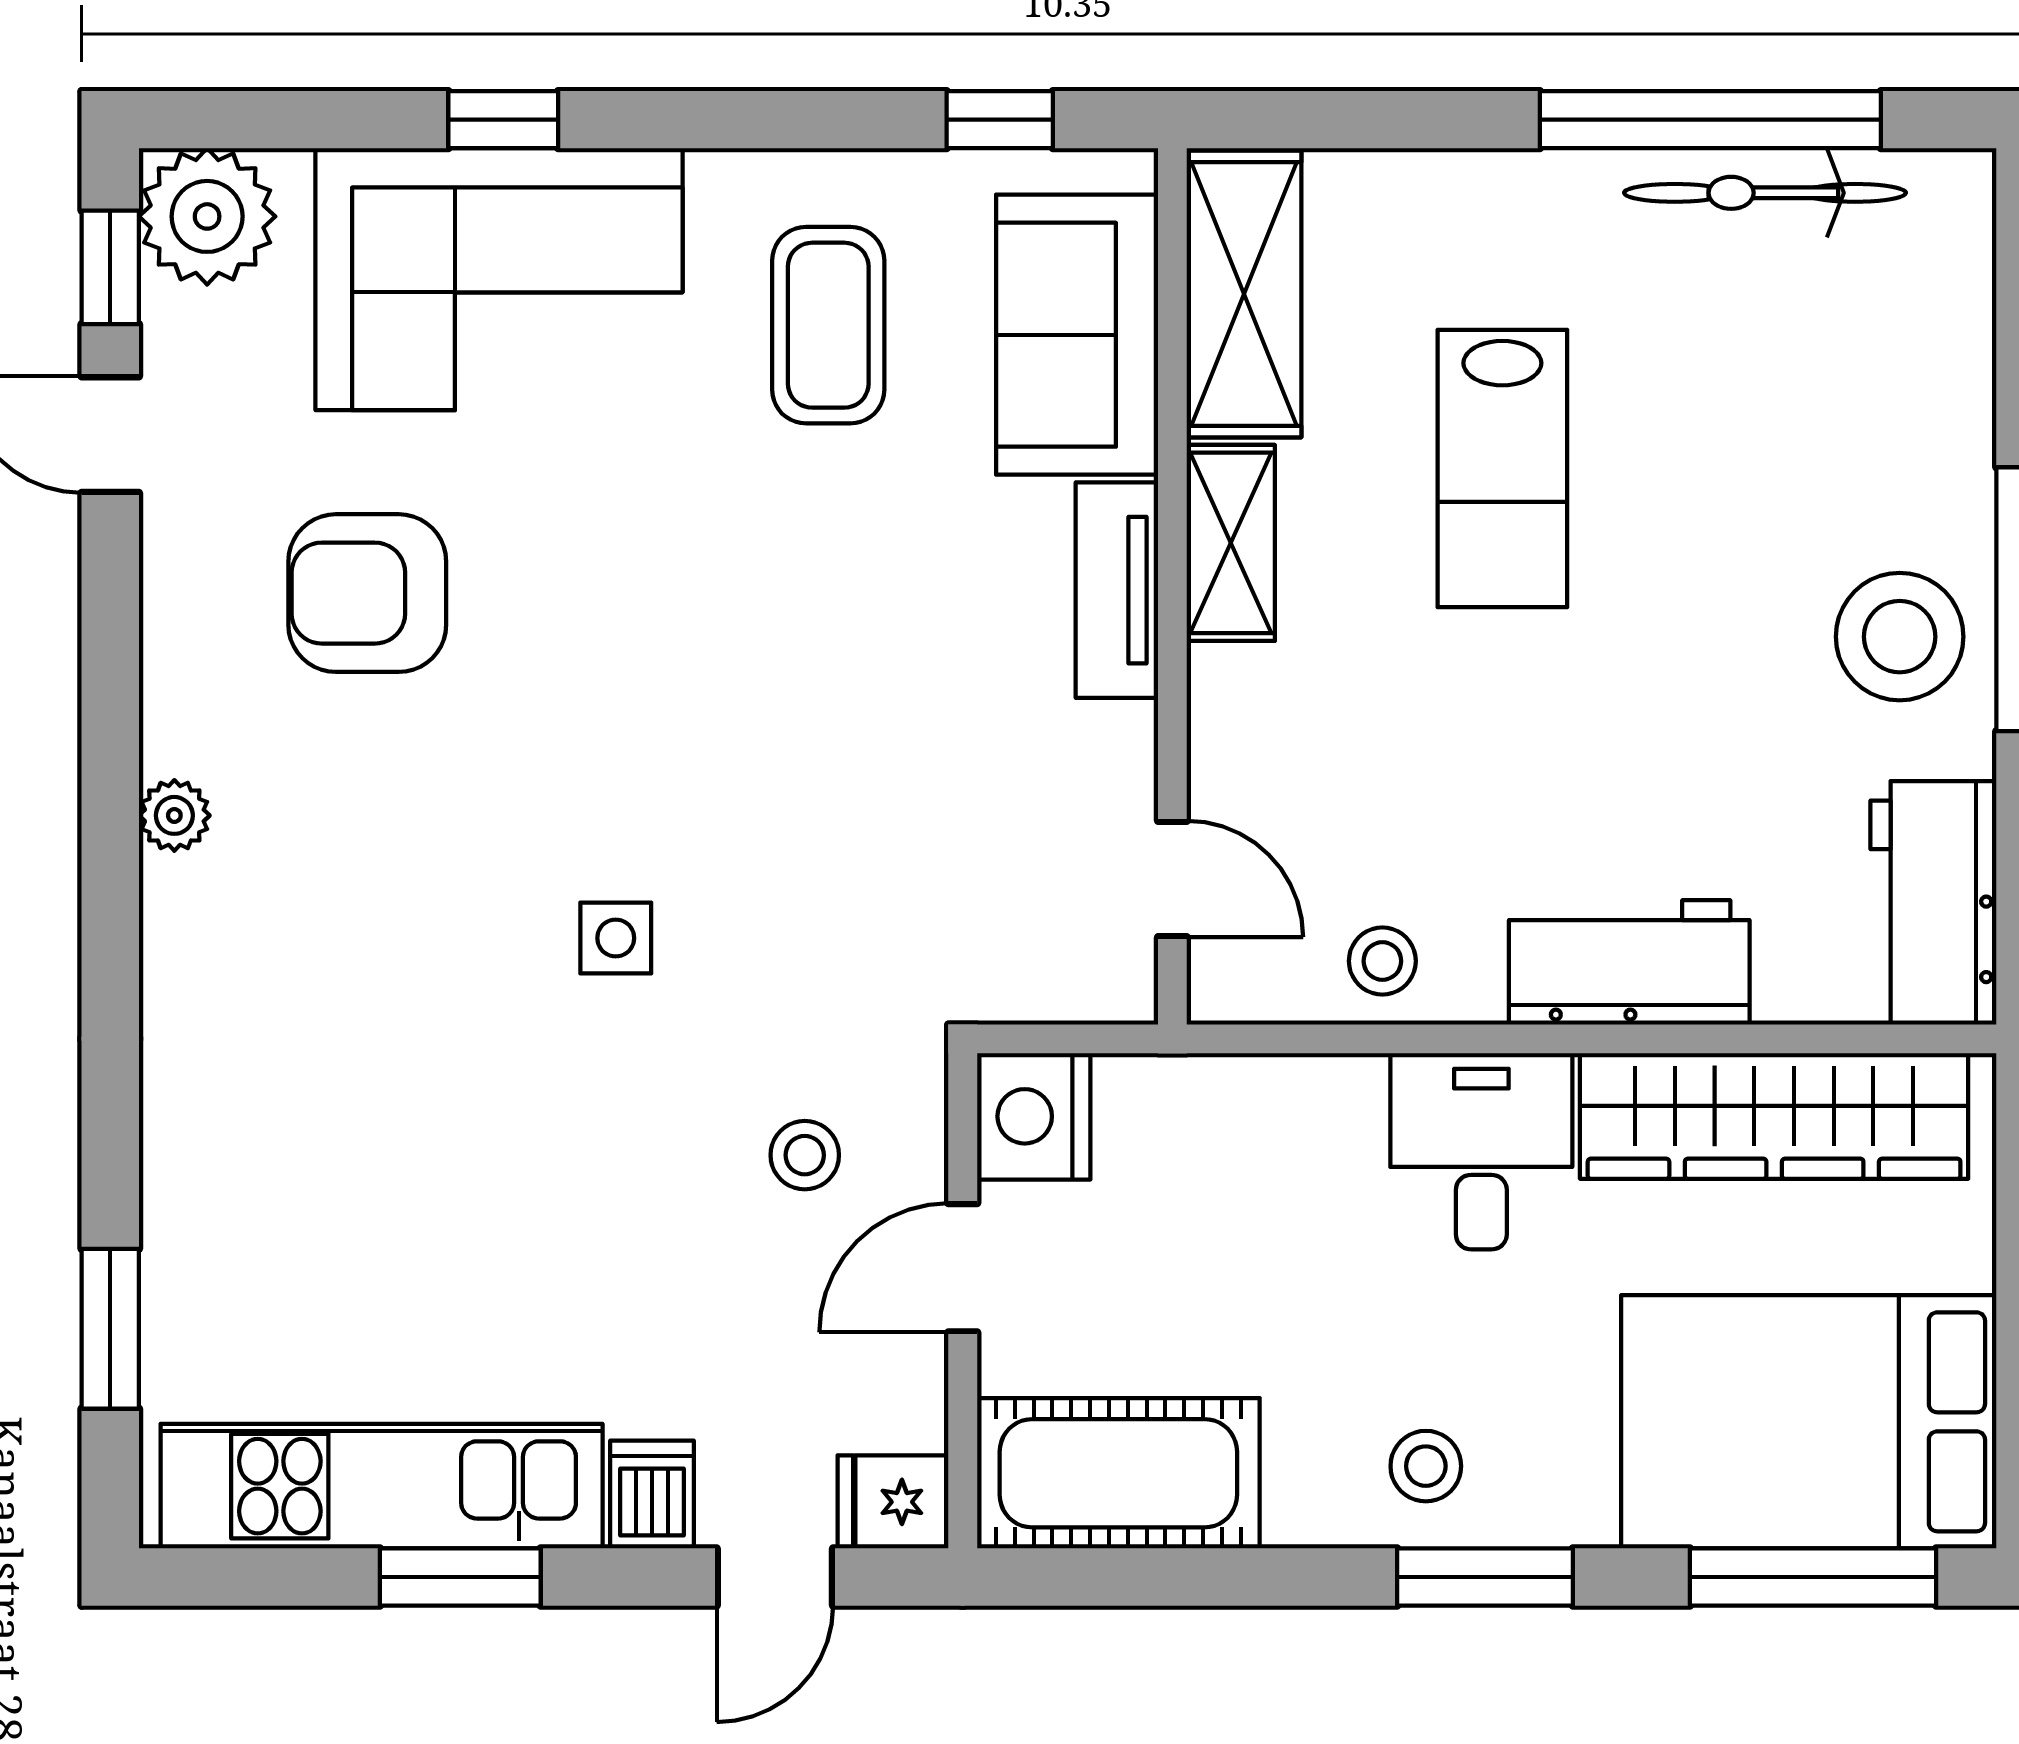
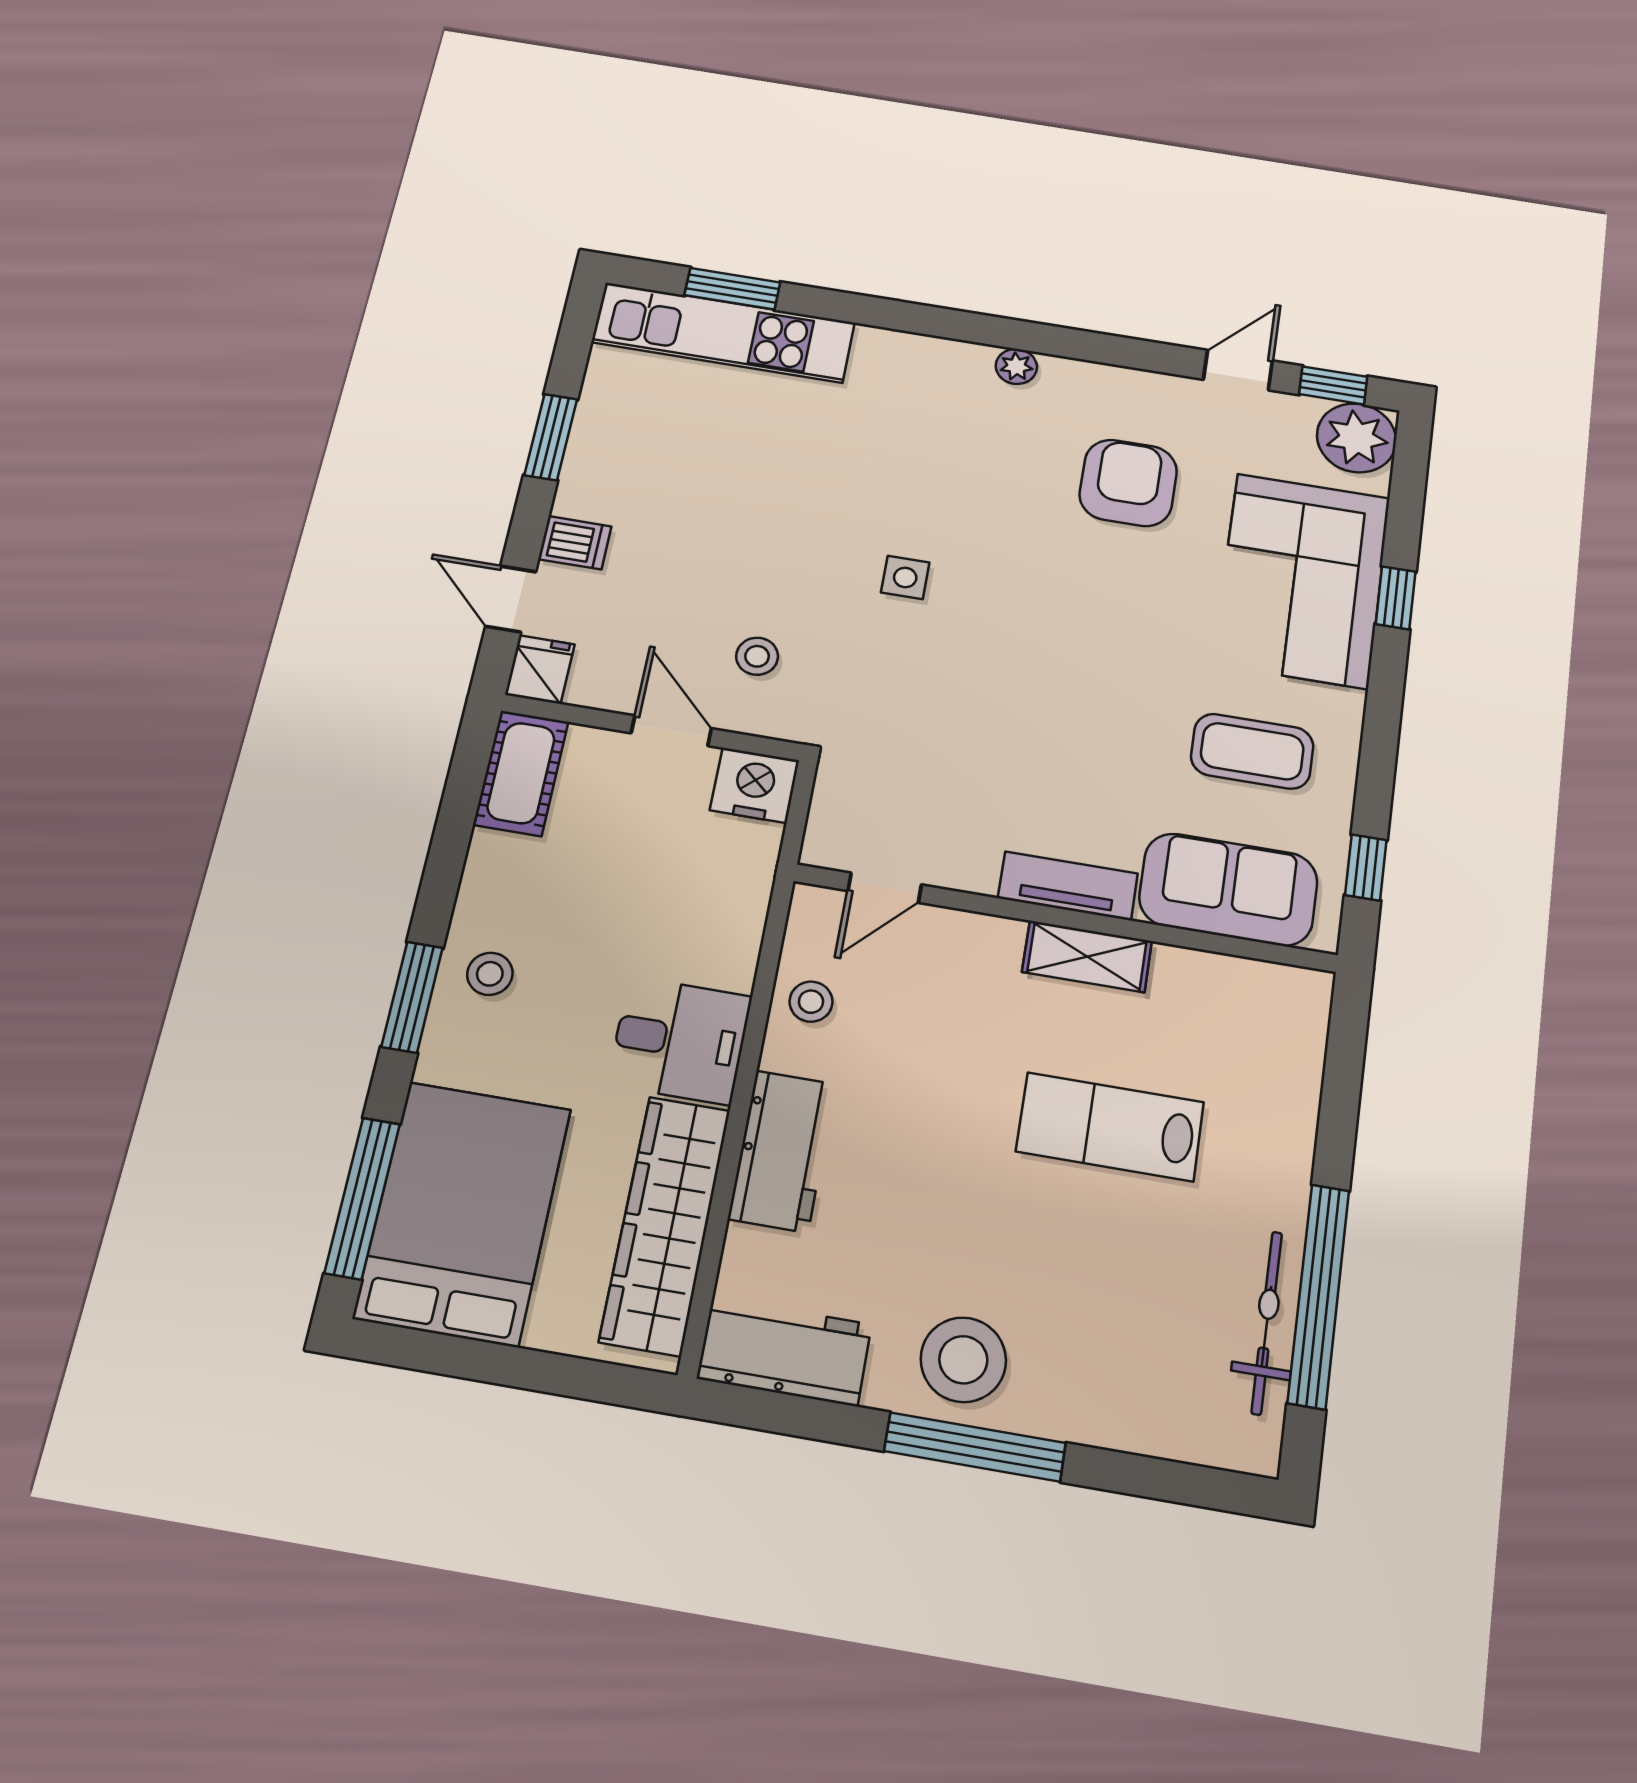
shelving: (1244, 294) -> (1241, 990), removed
cot: (1118, 1473) -> (521, 773), width x0.73, depth x0.75
kitchen unit: (382, 1486) -> (723, 333), moved, turned 90

